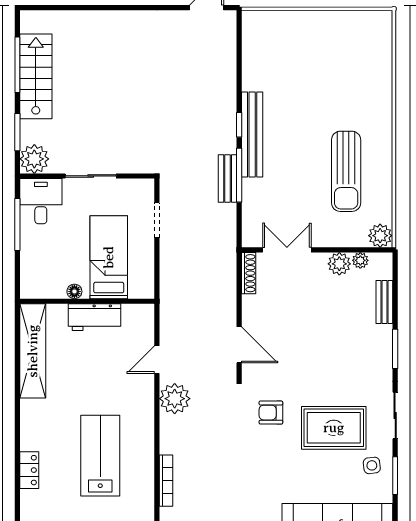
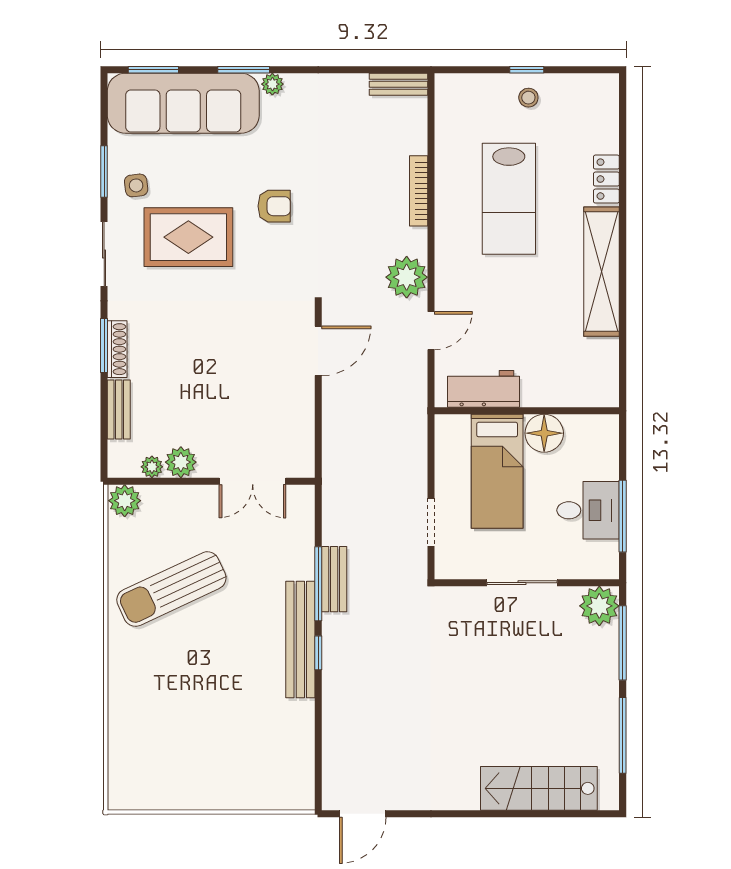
stairs: (36, 76) -> (539, 788), moved, turned 90
window: (17, 132) -> (623, 643), width x1.44
sun lounger: (346, 171) -> (171, 589), turned -115
desk: (41, 201) -> (588, 510), moved, turned -90
shoe rack: (249, 273) -> (117, 349), moved, turned 180
floor lamp: (74, 291) -> (544, 433), width x1.89, depth x1.89
workbench: (94, 317) -> (484, 389), moved
door: (239, 345) -> (318, 351), swing flipped
shelving: (33, 351) -> (602, 272), moved
armchair: (271, 413) -> (274, 206), moved
bookcase: (166, 481) -> (419, 191), moved

